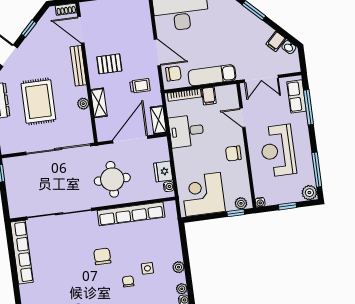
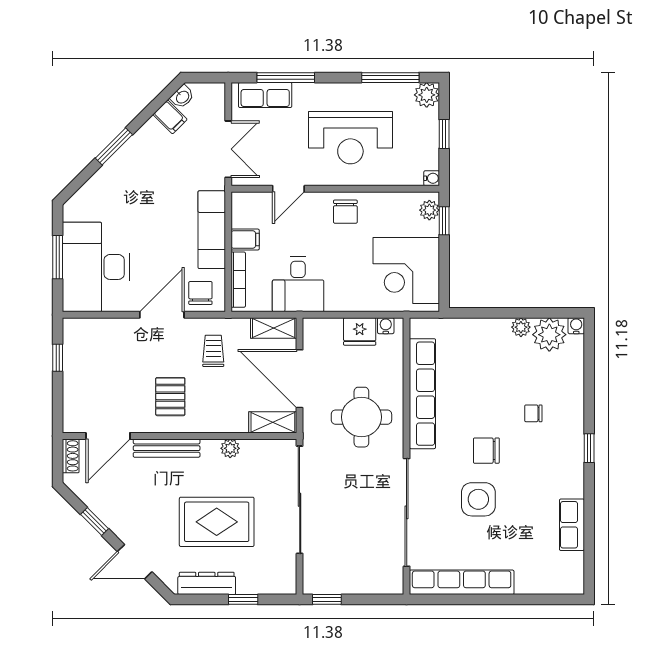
shelving: (99, 103) -> (273, 422), moved
side table: (147, 268) -> (478, 499), moved, width x1.87, depth x1.87
plant: (182, 289) -> (549, 335), width x1.88, depth x1.88

